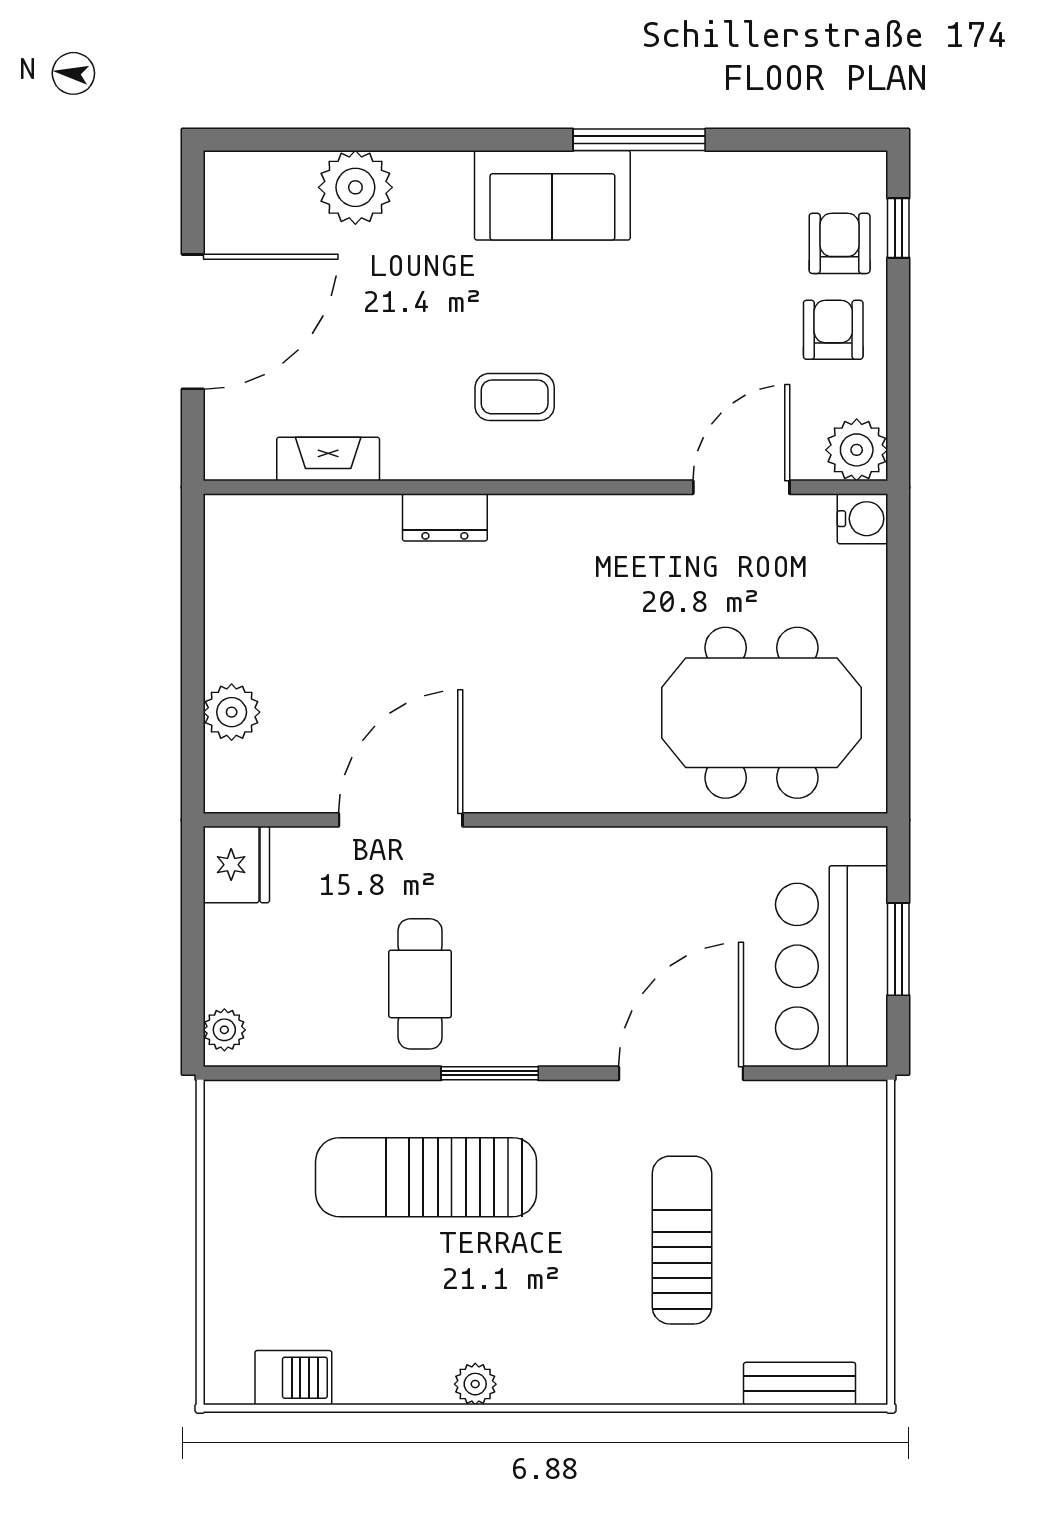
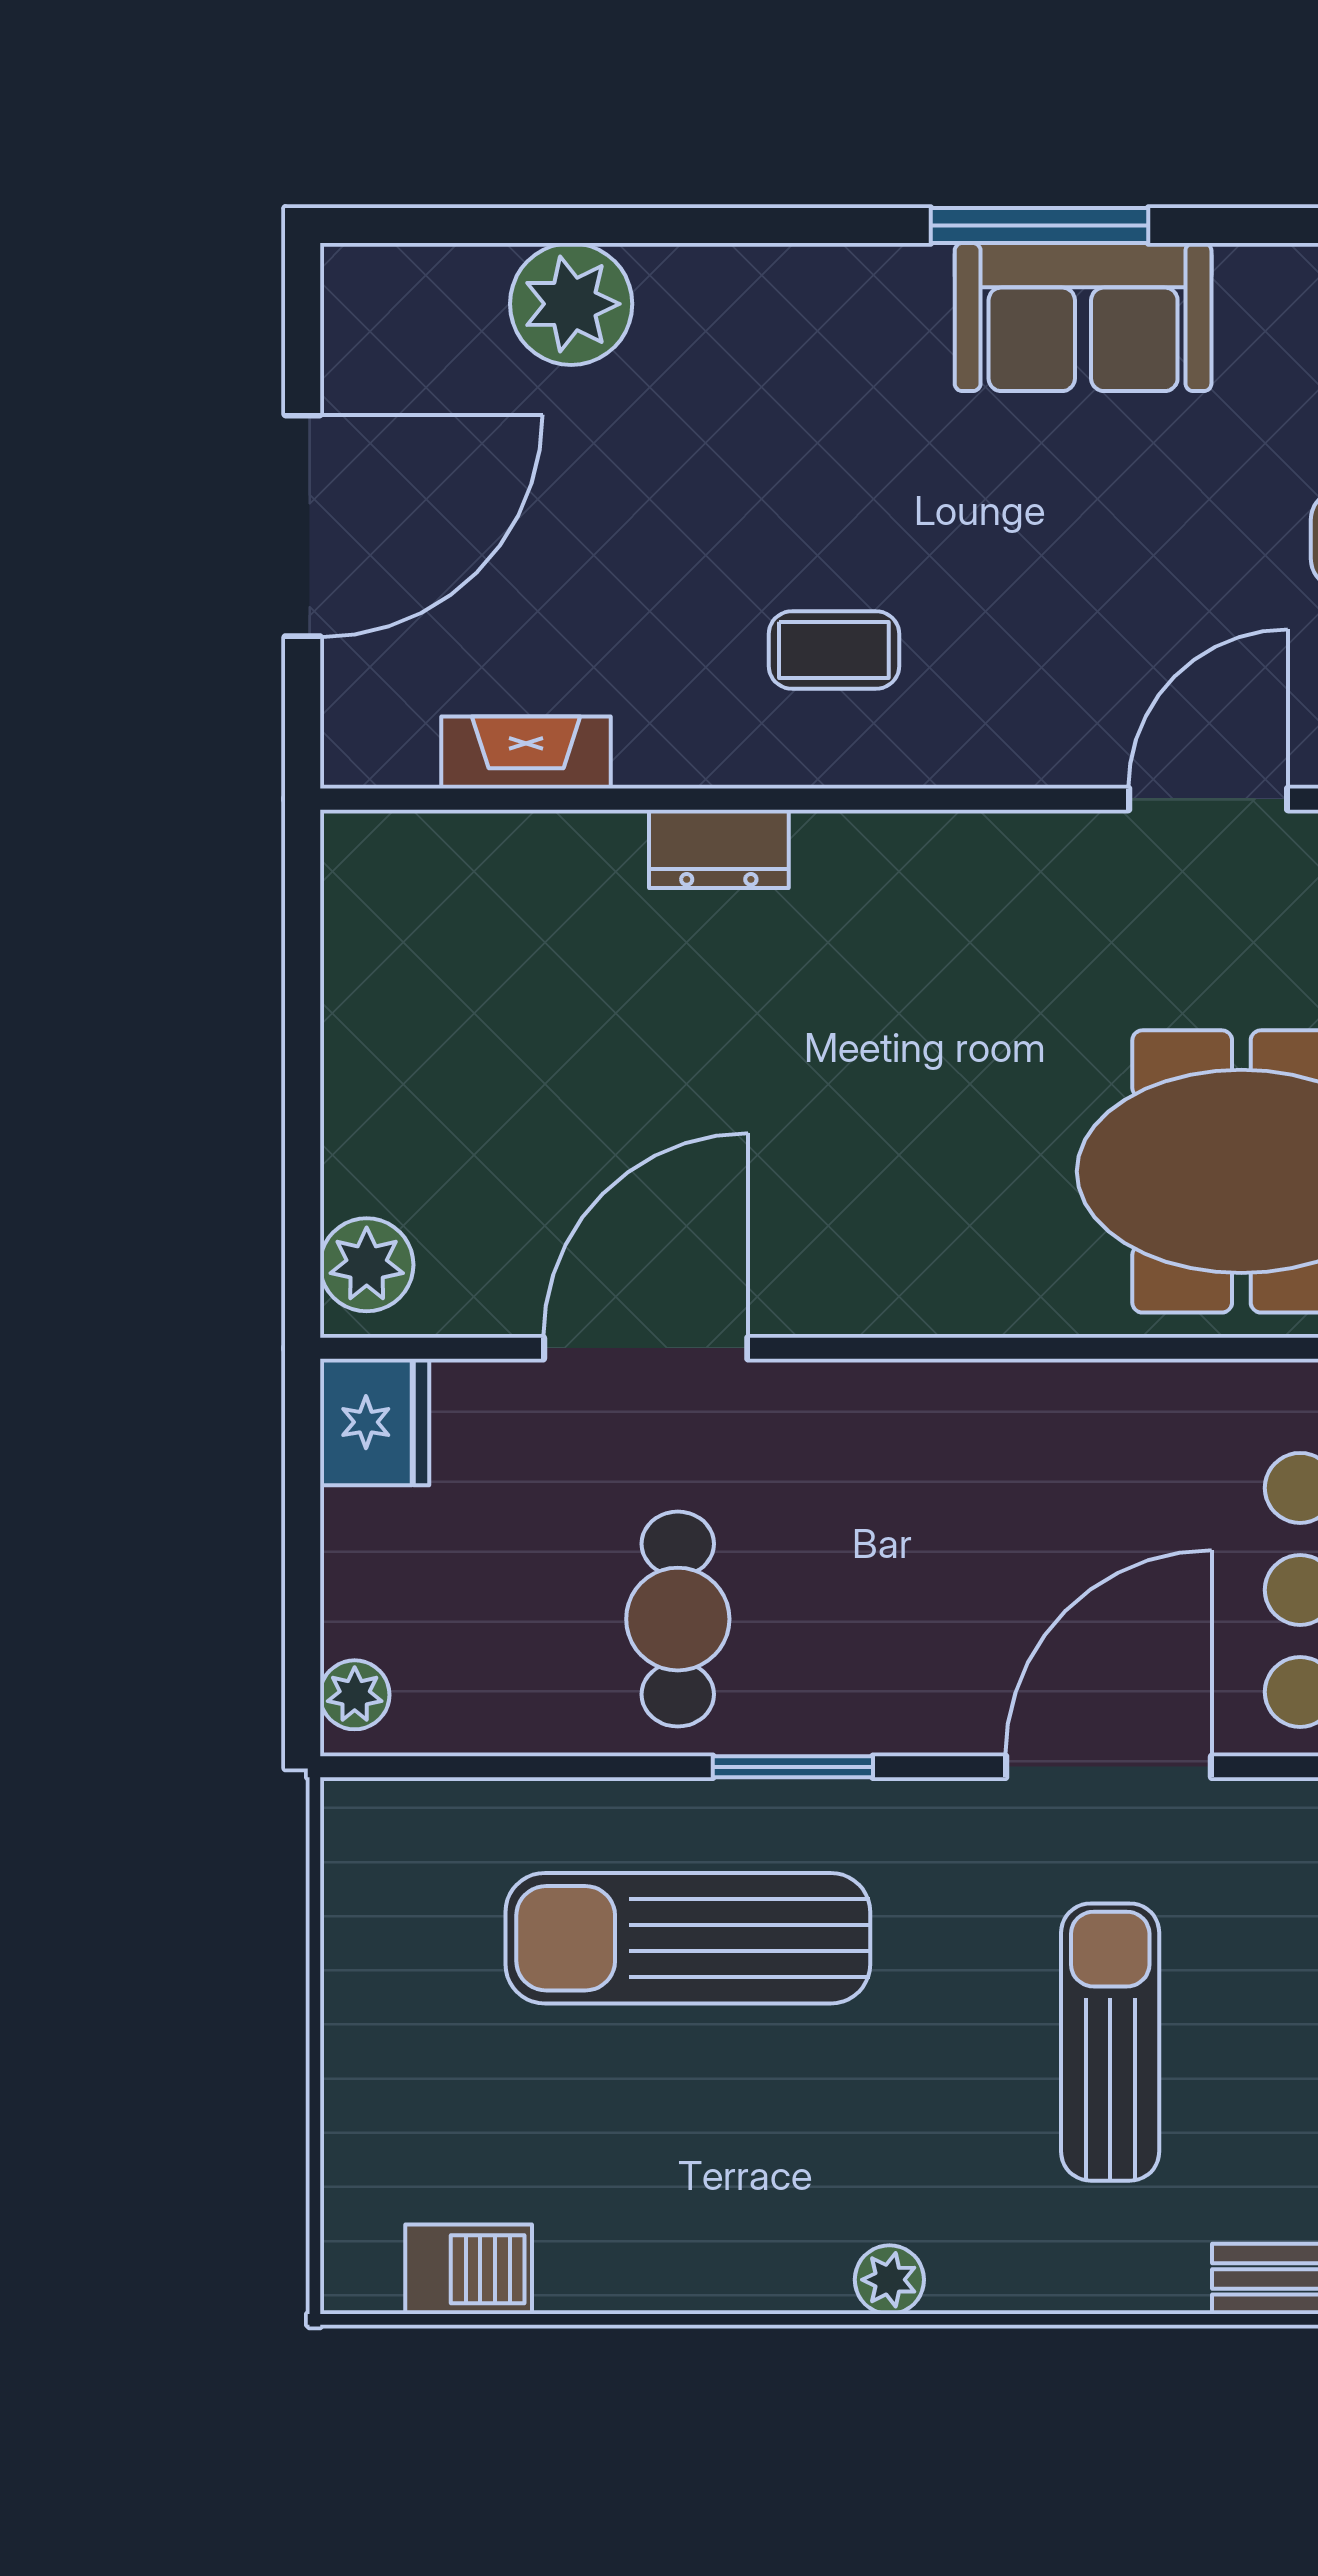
sofa: (552, 195) -> (1083, 317), moved
plant: (232, 712) -> (367, 1265), moved
plant: (475, 1384) -> (889, 2280), moved

